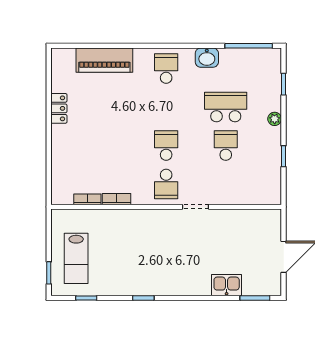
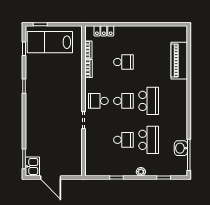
washbasin: (207, 58) -> (181, 148), moved
school desk: (166, 69) -> (149, 101), moved, width x1.85
locker: (59, 108) -> (104, 31), moved
school desk: (107, 146) -> (123, 62), added
lab bench: (76, 258) -> (50, 42), width x1.36, depth x1.39
kitchen sink: (227, 285) -> (32, 166), moved

